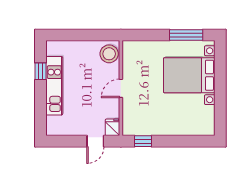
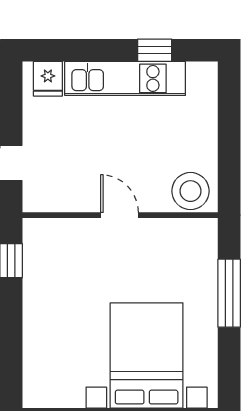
window: (186, 35) -> (229, 293), moved
fridge: (112, 127) -> (48, 79), moved, turned 90

